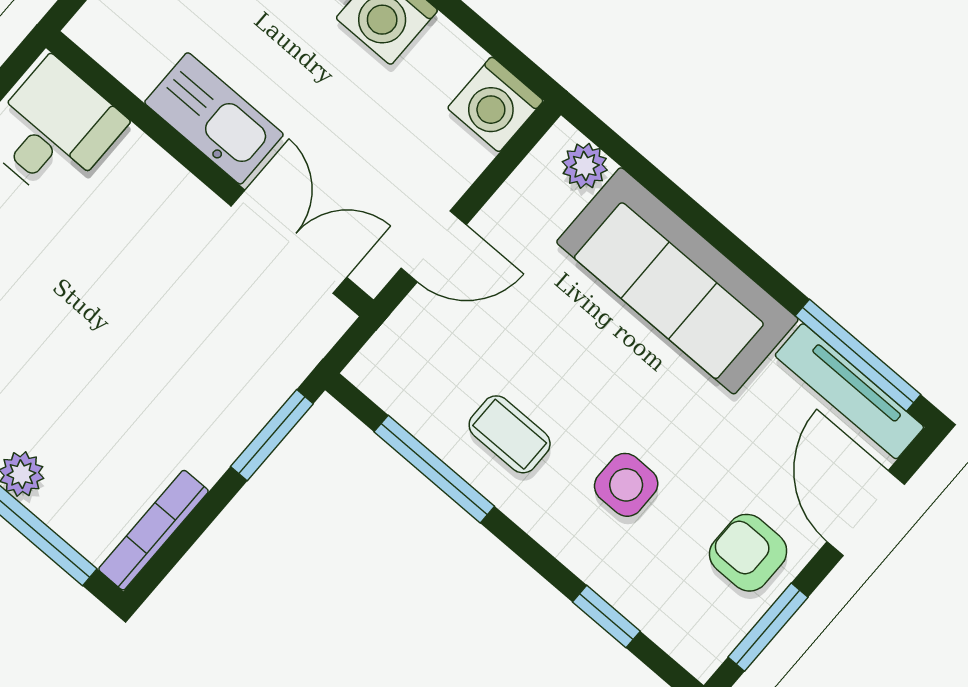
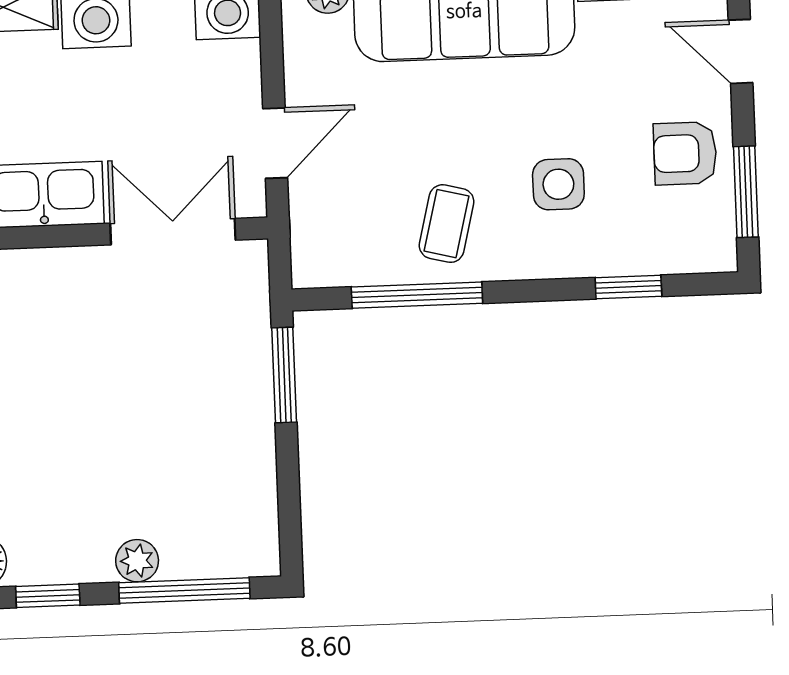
coffee table: (510, 434) -> (447, 224), turned -76
door: (866, 513) -> (740, 51), width x0.73
bookcase: (153, 530) -> (263, 515), removed

